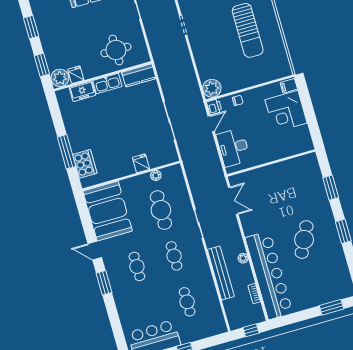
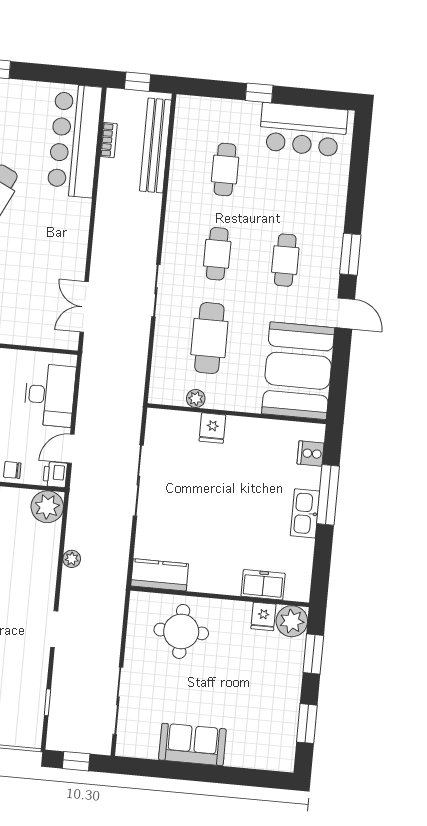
kitchen sink: (107, 84) -> (305, 513), moved, turned -90
cooker: (85, 164) -> (311, 453), width x0.53, depth x0.76
plant: (243, 258) -> (72, 559), moved
bench: (221, 273) -> (155, 146), moved
bar counter: (269, 275) -> (75, 141), width x0.73

